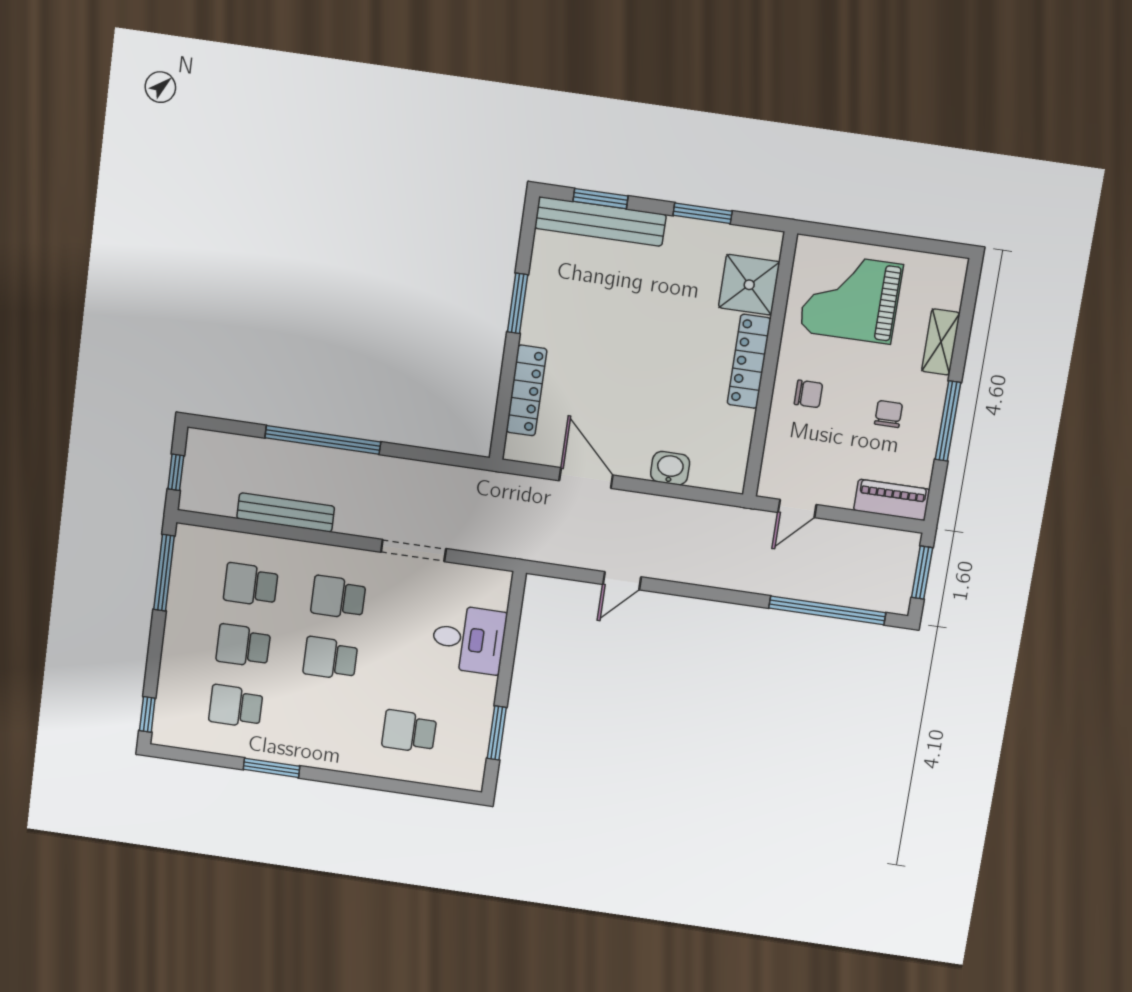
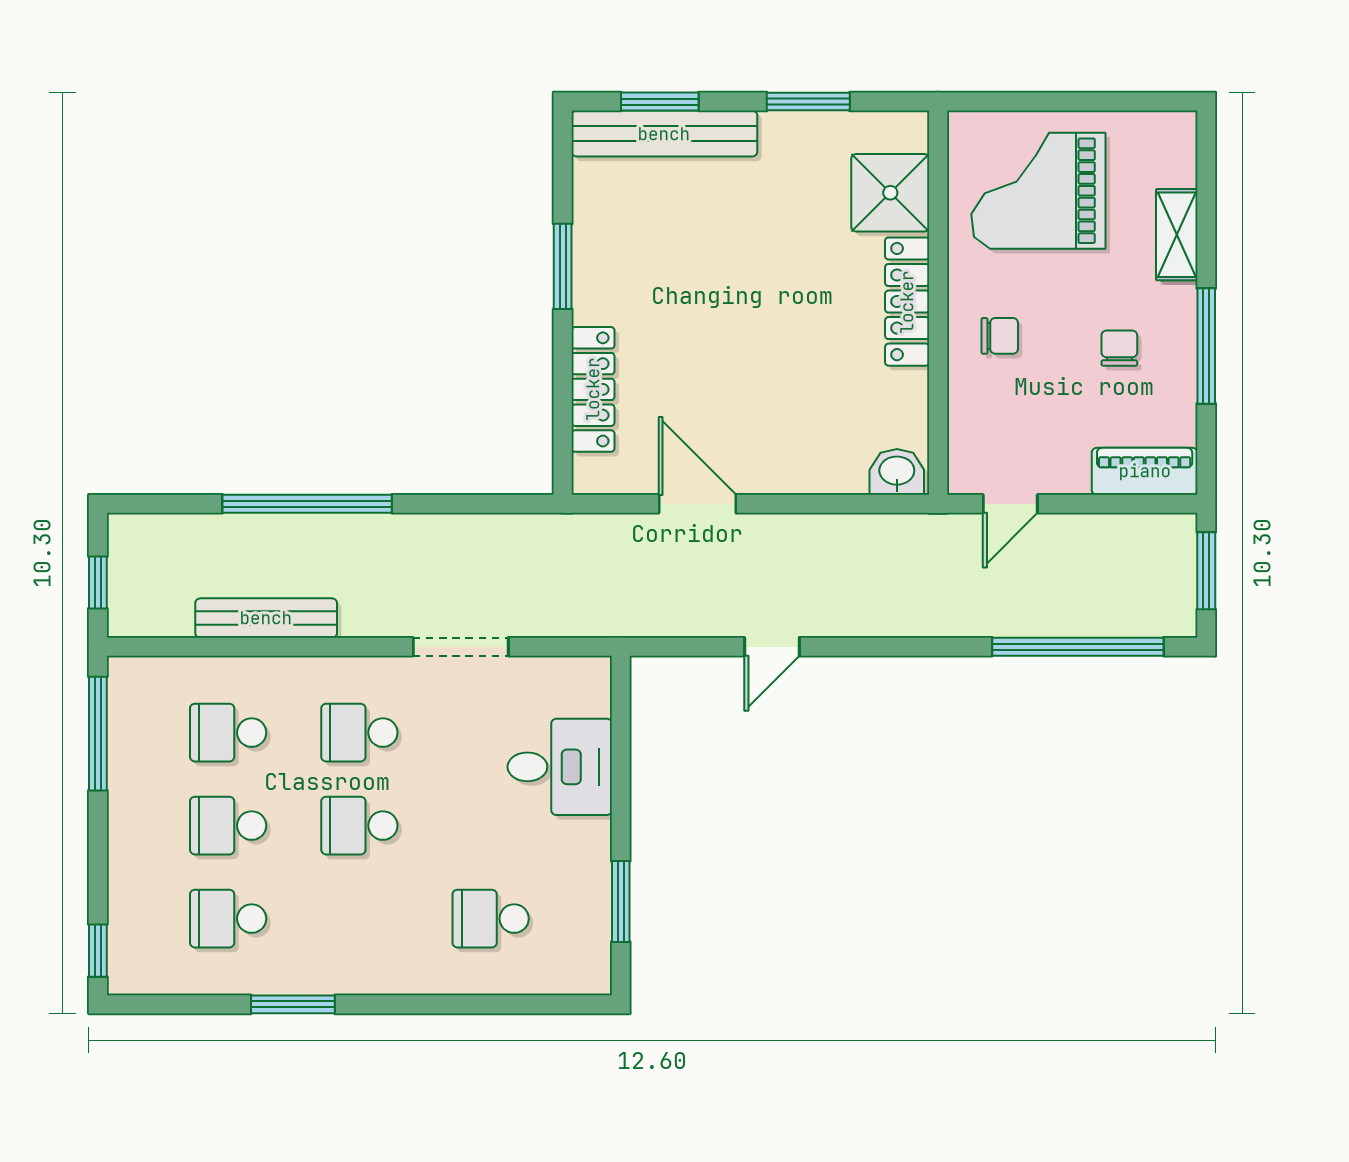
washbasin: (670, 468) -> (897, 472), moved

